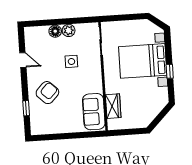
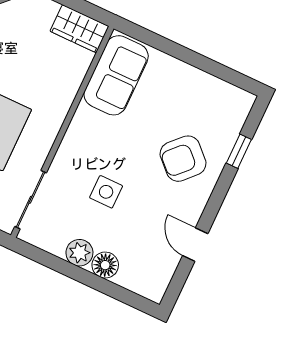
wardrobe: (113, 106) -> (79, 29), moved, turned -90

